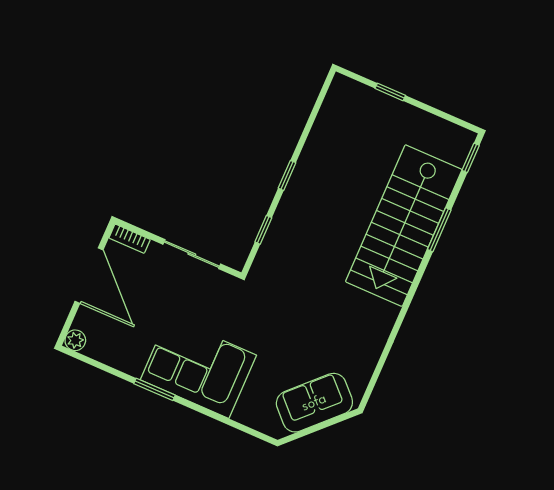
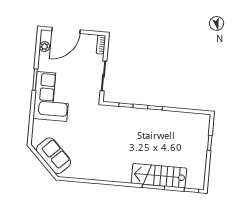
stairs: (404, 226) -> (159, 176), width x0.73, depth x0.66
door: (89, 276) -> (66, 30), moved
plant: (75, 340) -> (44, 47), moved

